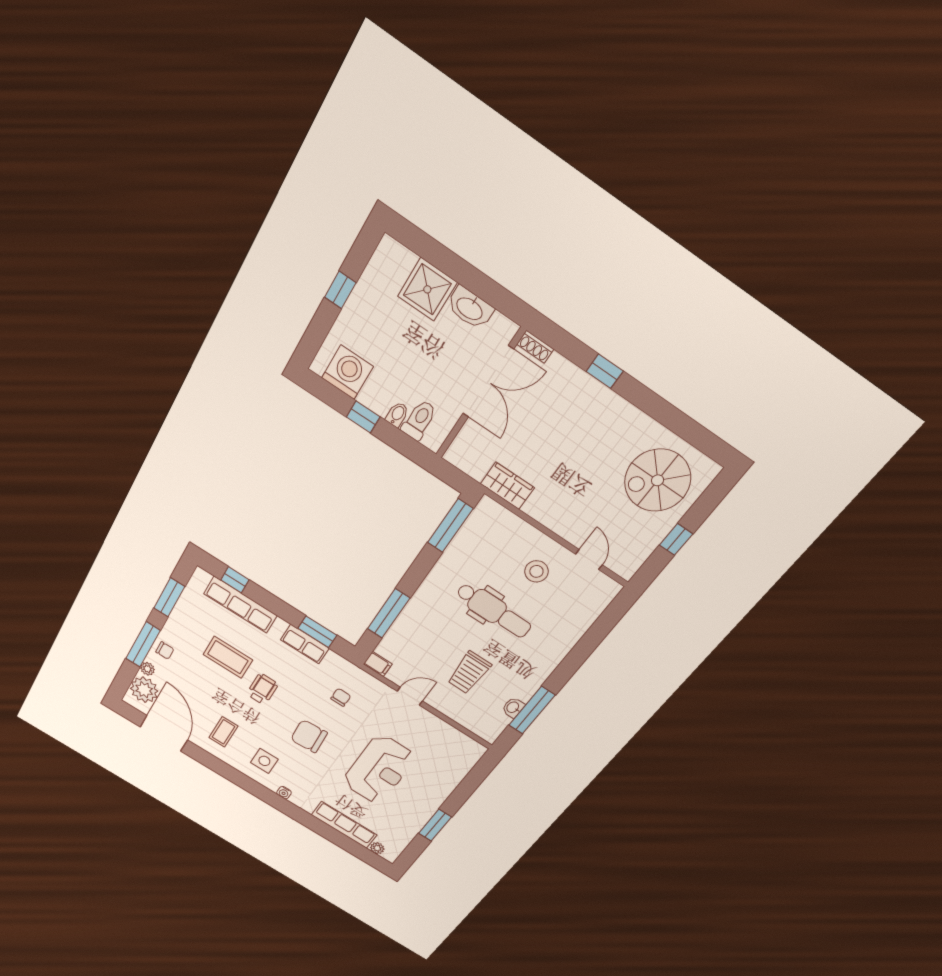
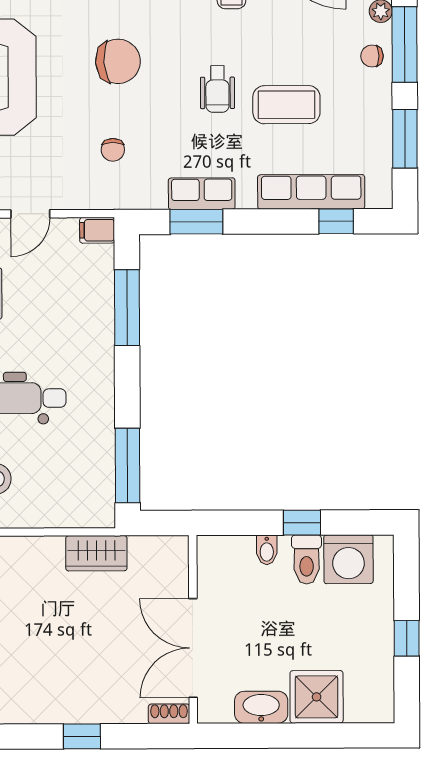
toilet: (419, 420) -> (307, 559), moved

